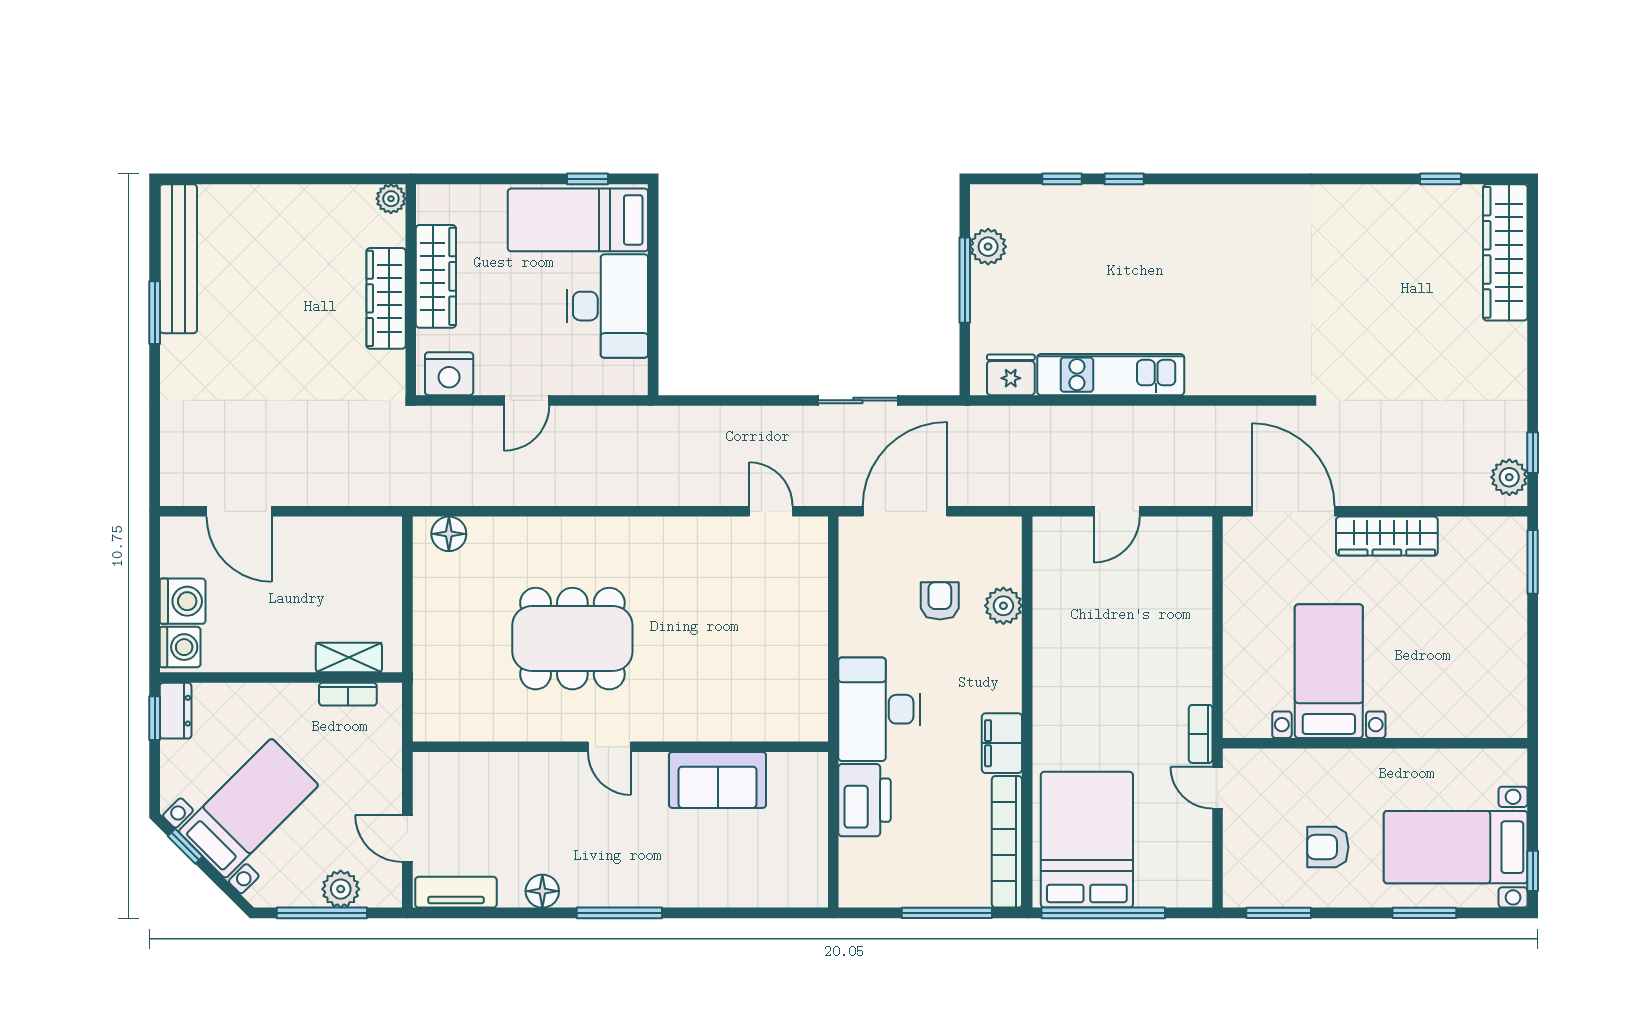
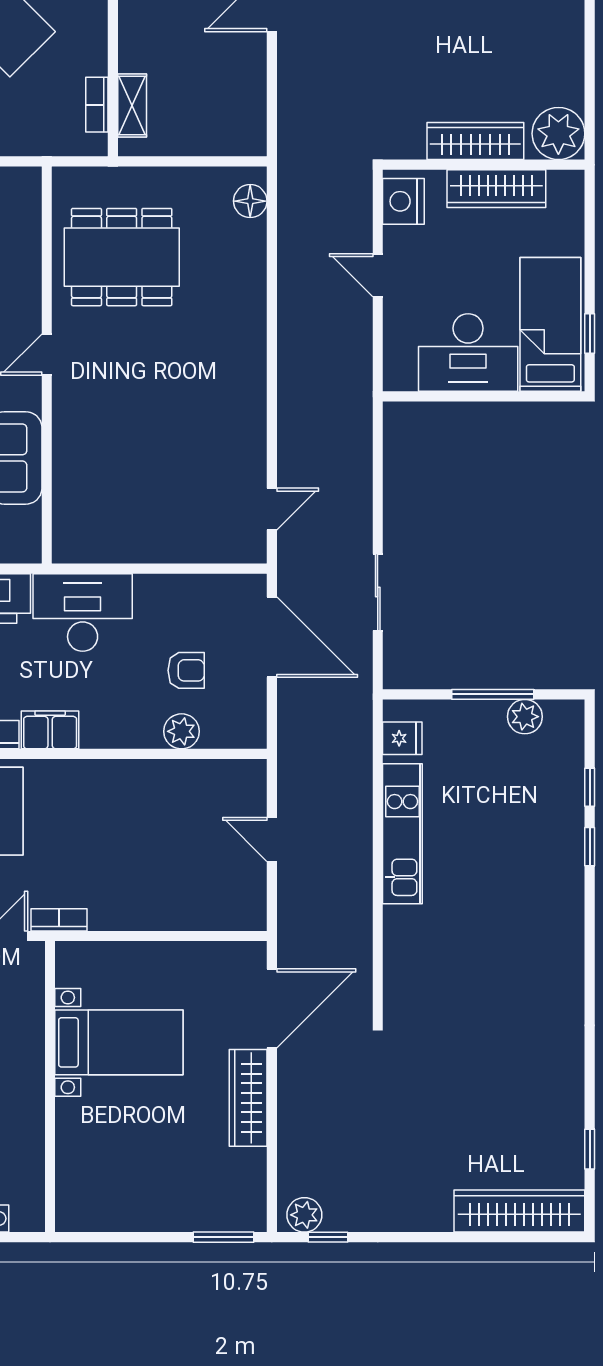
plant: (391, 199) -> (558, 134), width x1.87, depth x1.87
fridge: (1011, 375) -> (402, 738), width x0.72
dining table: (572, 639) -> (122, 257), moved, turned 90

